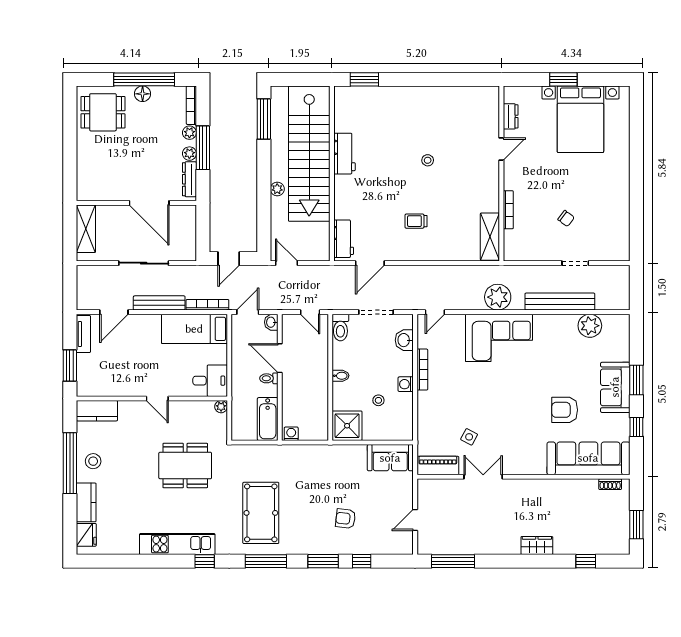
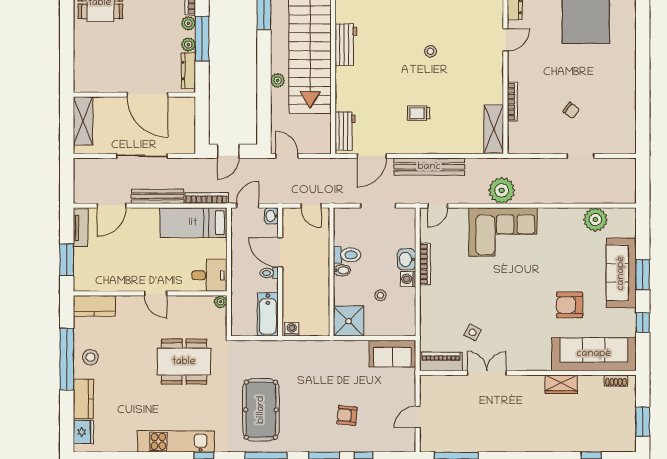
bench: (560, 302) -> (429, 167), moved
toilet: (340, 328) -> (347, 255), moved, turned -90
washbasin: (404, 340) -> (407, 259), moved
sofa: (615, 387) -> (621, 273), width x1.36
wardrobe: (537, 545) -> (561, 384), moved, turned 180

